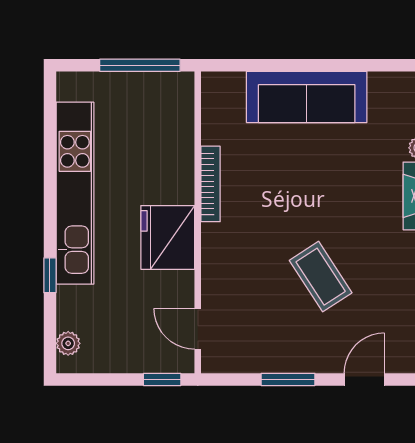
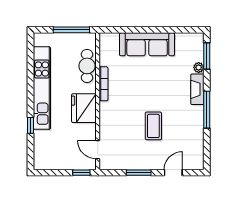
cafe table: (174, 144) -> (87, 66), added
coffee table: (321, 277) -> (153, 126), turned 33
plant: (68, 343) -> (39, 156), removed

